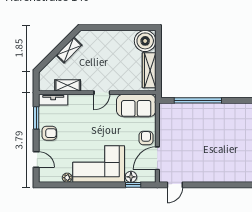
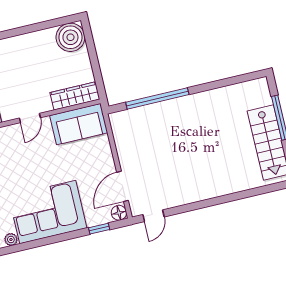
wardrobe: (149, 70) -> (75, 96), moved, turned 90
armchair: (146, 138) -> (101, 164), removed
floor lamp: (131, 177) -> (119, 213), moved

